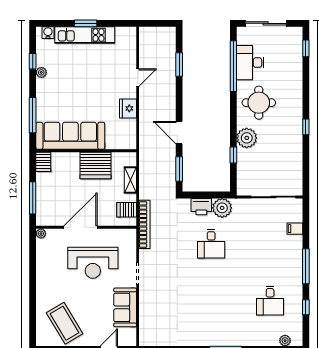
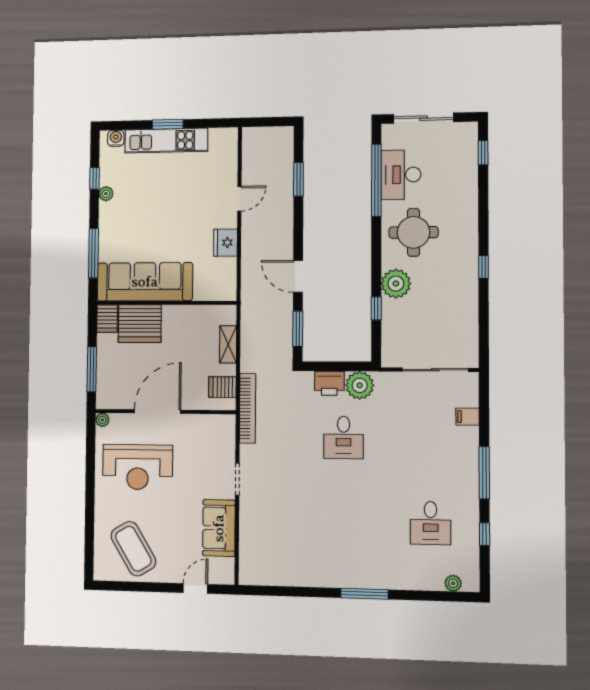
server rack: (95, 165) -> (140, 324), moved
reception desk: (93, 263) -> (138, 467), moved

